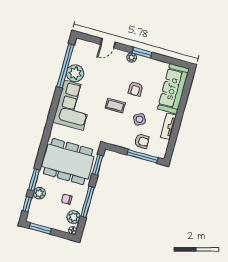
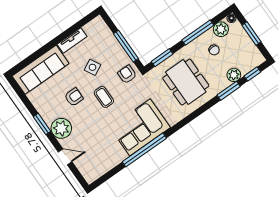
plant: (132, 58) -> (61, 128), width x1.87, depth x1.87
window: (65, 66) -> (144, 150), moved
plant: (75, 73) -> (116, 154), removed
armchair: (142, 141) -> (127, 74), moved
window: (143, 156) -> (126, 46), moved
dining table: (68, 162) -> (186, 82), width x0.73, depth x0.80
window: (40, 228) -> (252, 33), moved

